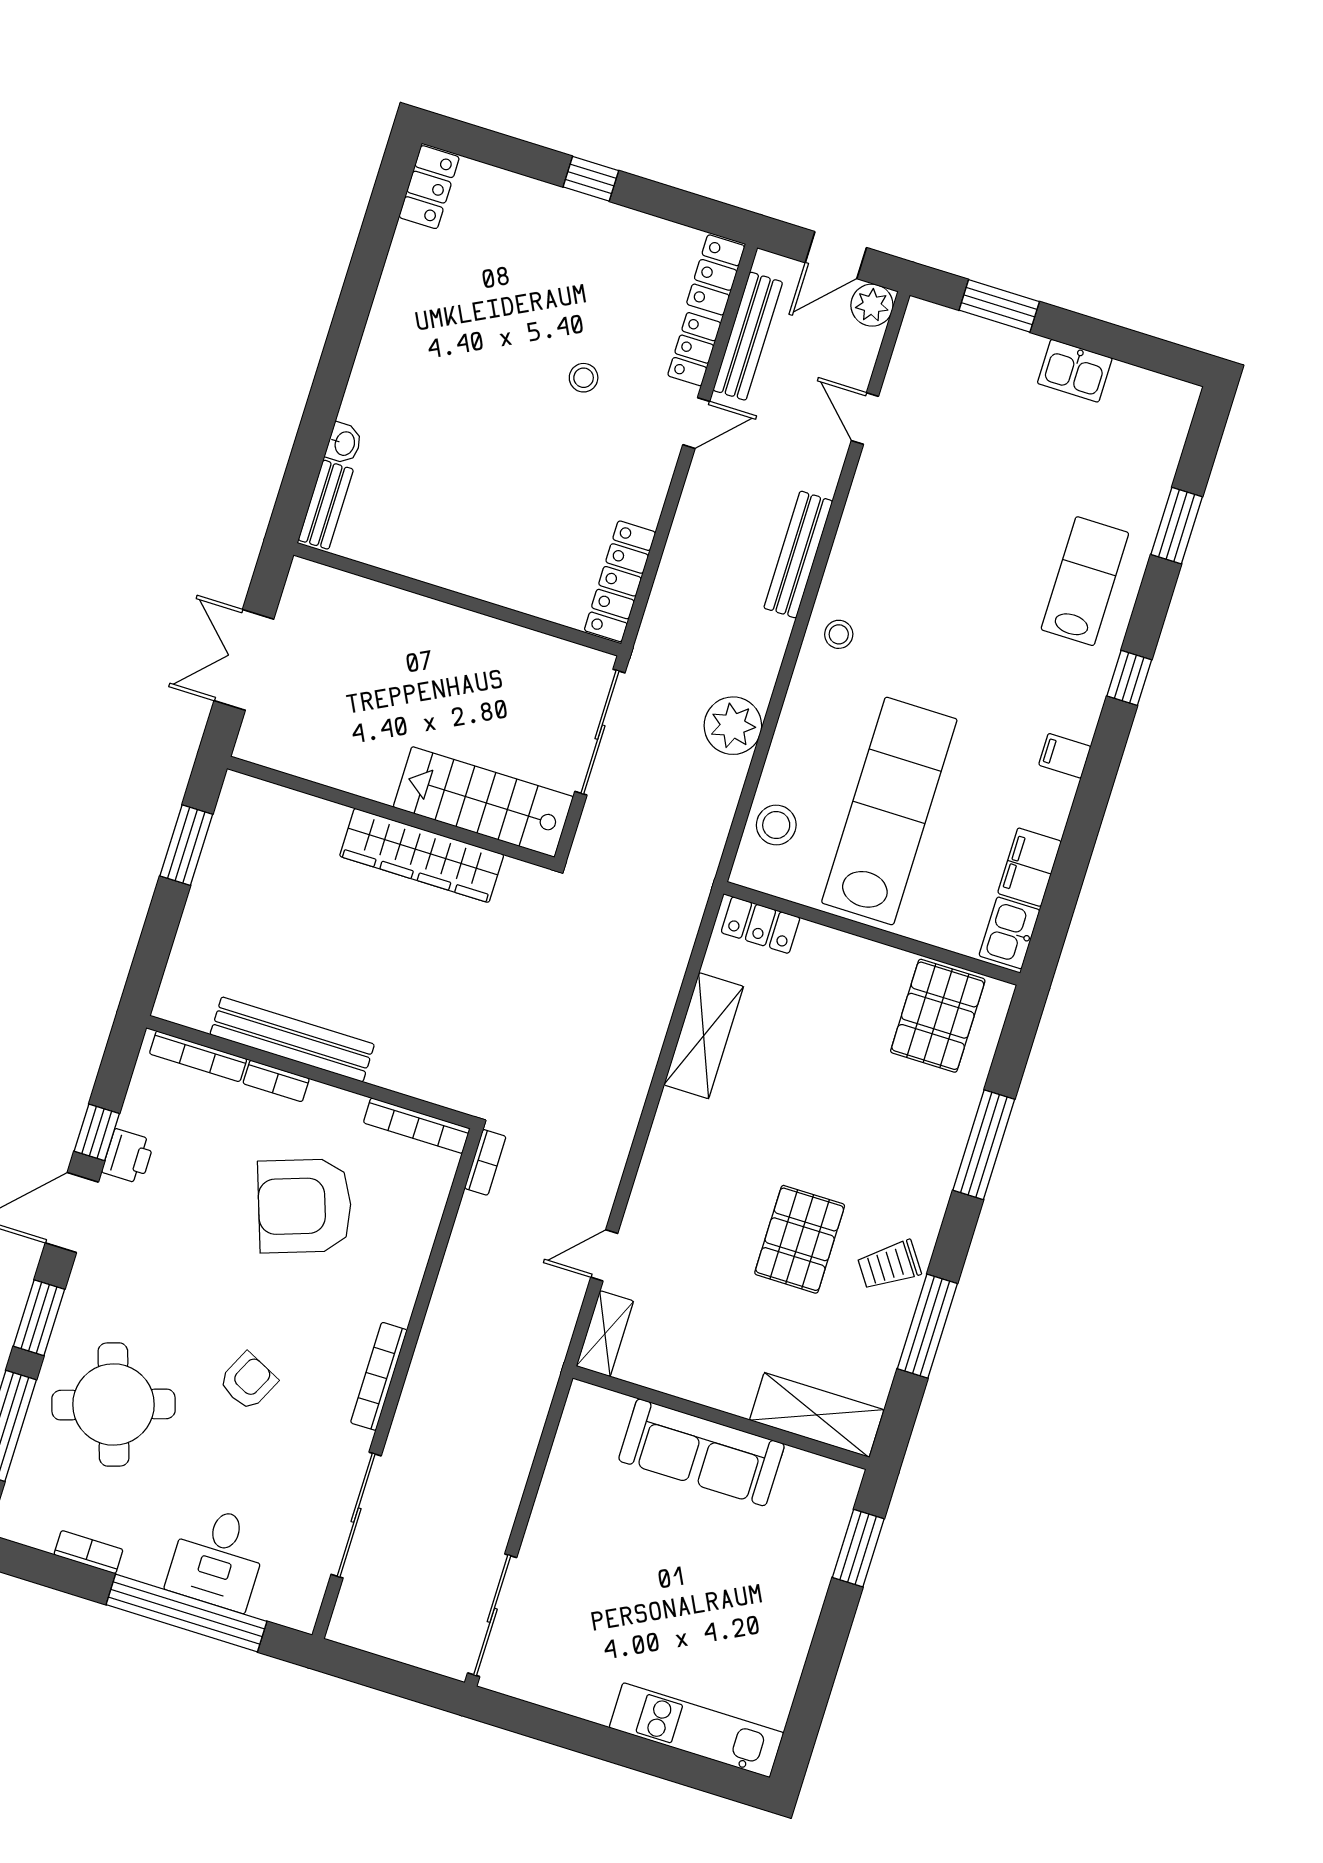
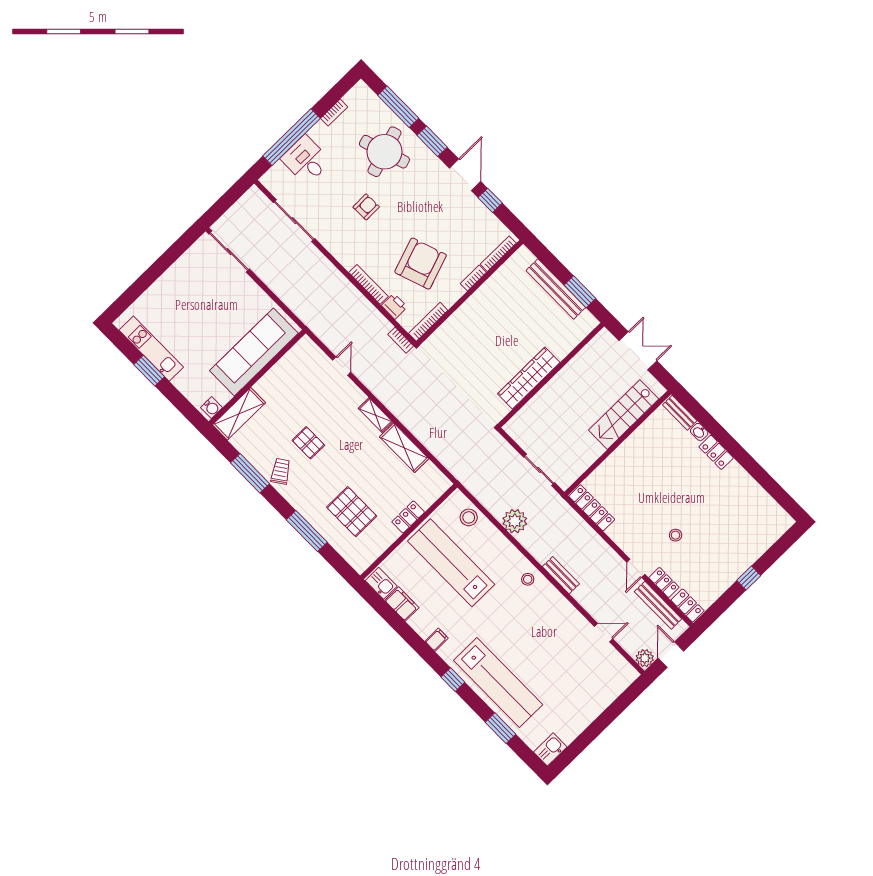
locker: (429, 187) -> (716, 452), moved
window: (999, 306) -> (619, 706), removed
kitchen sink: (1075, 371) -> (550, 749), moved
bench: (798, 555) -> (561, 575), width x0.73
lab bench: (1085, 581) -> (498, 683), width x1.86, depth x1.39
sliding door: (600, 732) -> (539, 470), width x0.73
stairs: (483, 802) -> (624, 415), moved, turned 180
lab bench: (889, 811) -> (451, 563), turned 180
locker: (761, 925) -> (408, 517), moved
pallet: (938, 1016) -> (352, 512), moved
bench: (292, 1039) -> (556, 289), moved, turned 90
printer: (128, 1156) -> (394, 306), moved, turned 180
pallet: (800, 1239) -> (308, 443), width x0.67, depth x0.71
shelving: (605, 1334) -> (375, 415), moved
bookcase: (379, 1376) -> (368, 284), moved
armchair: (248, 1381) -> (366, 207), turned -117
sofa: (701, 1452) -> (254, 352), width x1.36, depth x1.27
water cooler: (834, 1479) -> (211, 408), added
window: (858, 1548) -> (149, 371), moved
kitchen unit: (696, 1730) -> (151, 349), moved, turned -90

